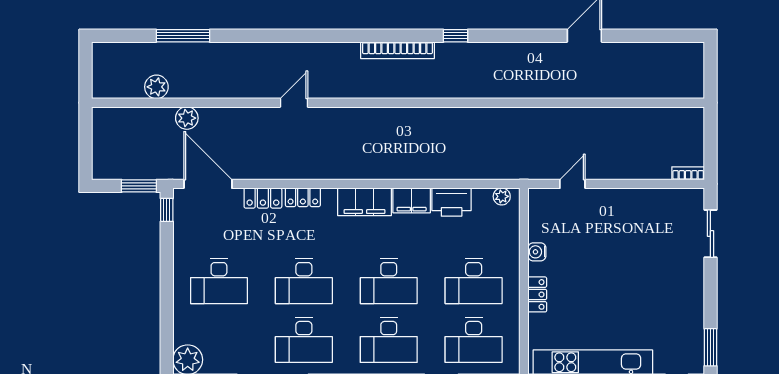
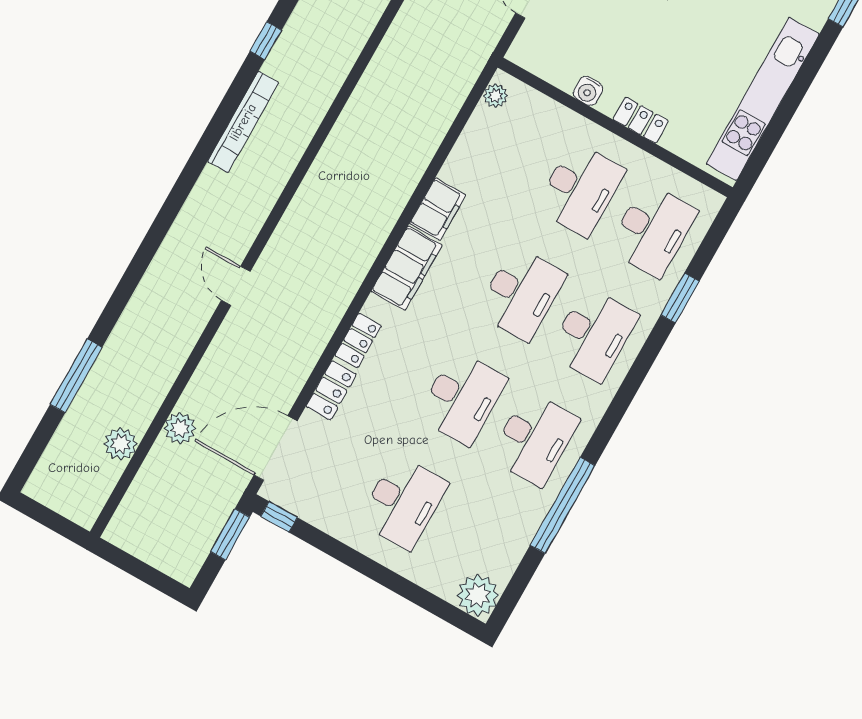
printer: (452, 202) -> (467, 161), removed

